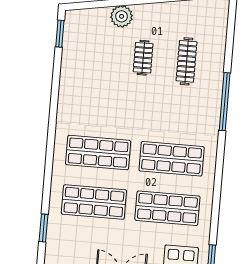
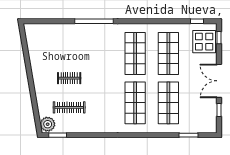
plant: (122, 16) -> (48, 124), moved
clothes rail: (186, 61) -> (69, 107), moved

